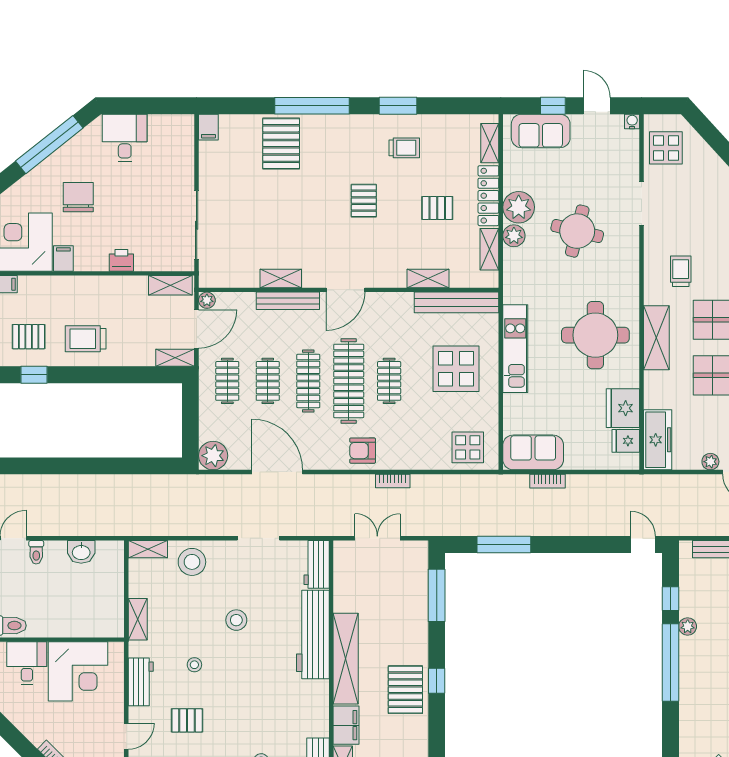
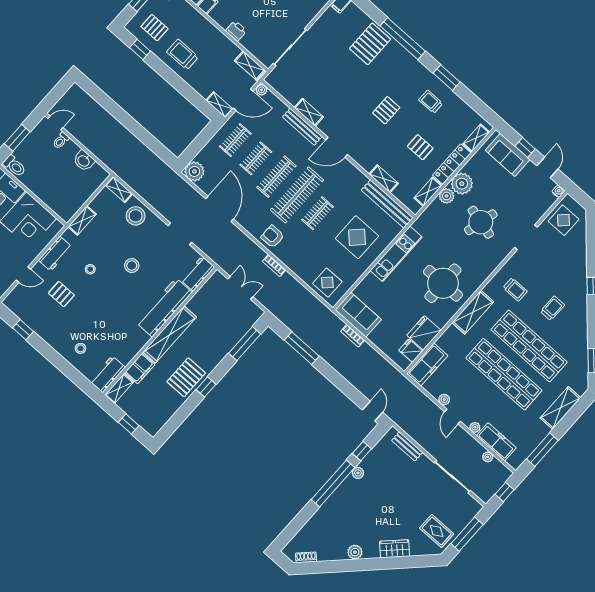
trolley: (404, 148) -> (431, 102), turned 180
trolley: (681, 271) -> (515, 289), turned 90

